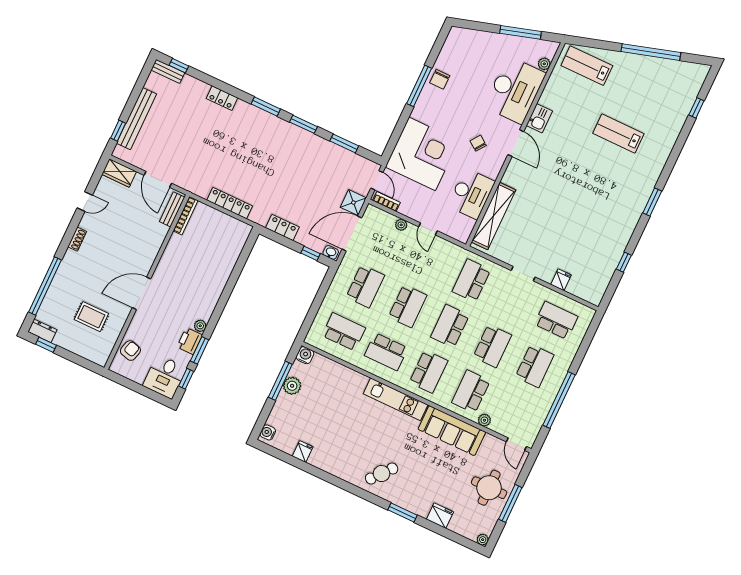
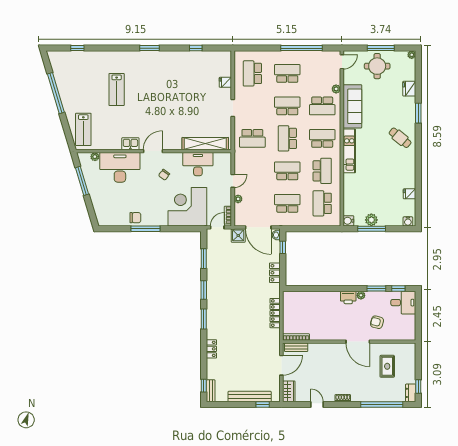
school desk: (450, 326) -> (287, 138), turned 90
printer: (190, 341) -> (348, 297), moved
armchair: (130, 351) -> (377, 322), moved

